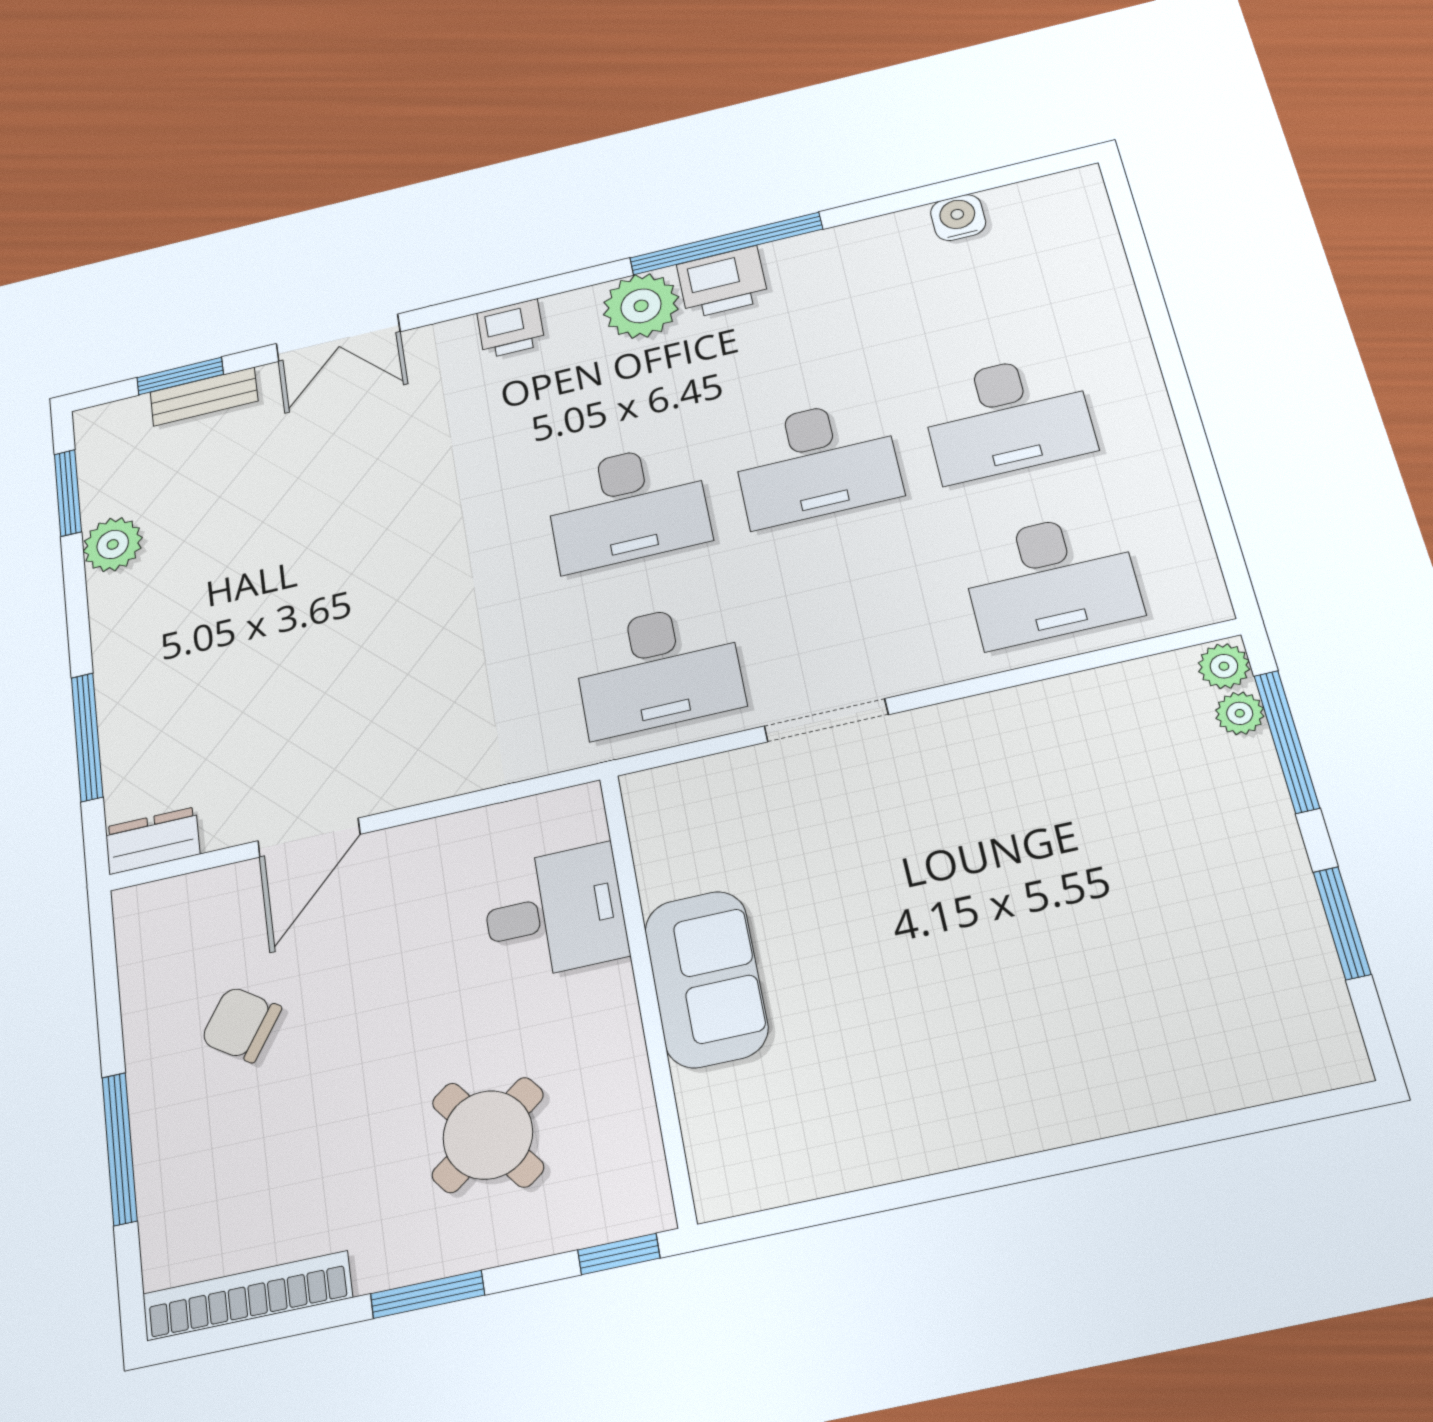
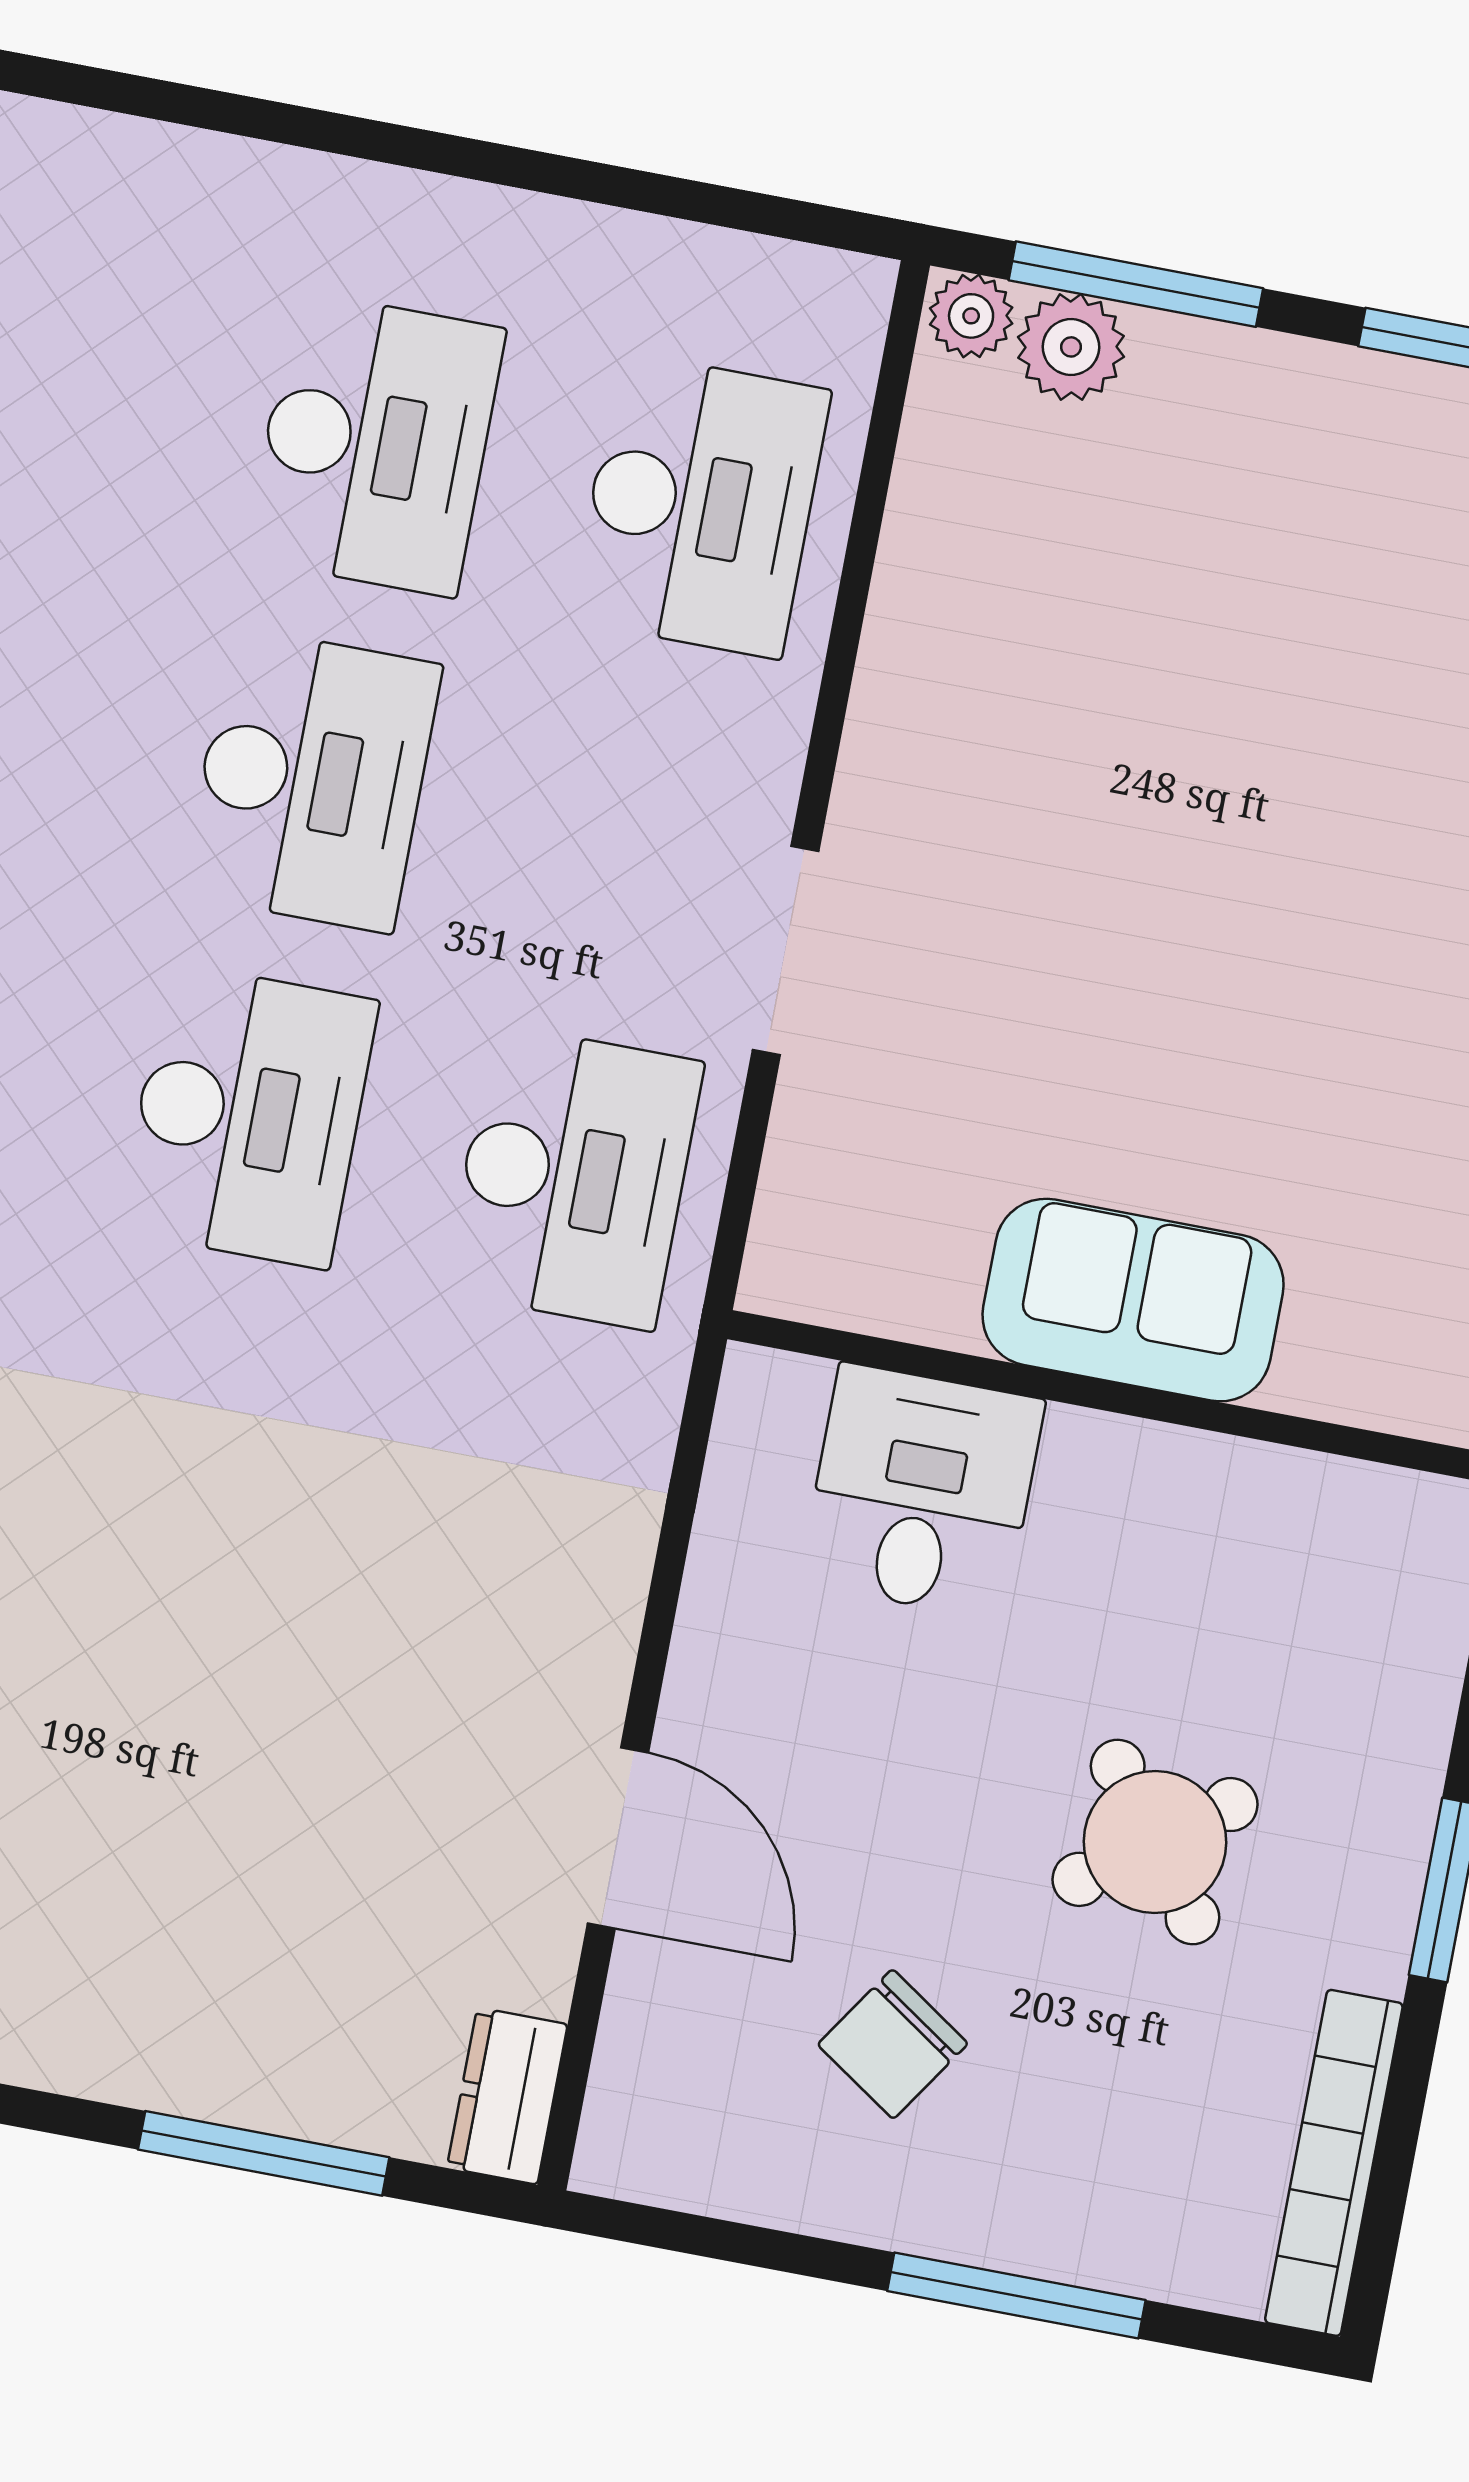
plant: (1240, 713) -> (1071, 347), width x1.38, depth x1.38
round table: (488, 1135) -> (1155, 1842), moved

